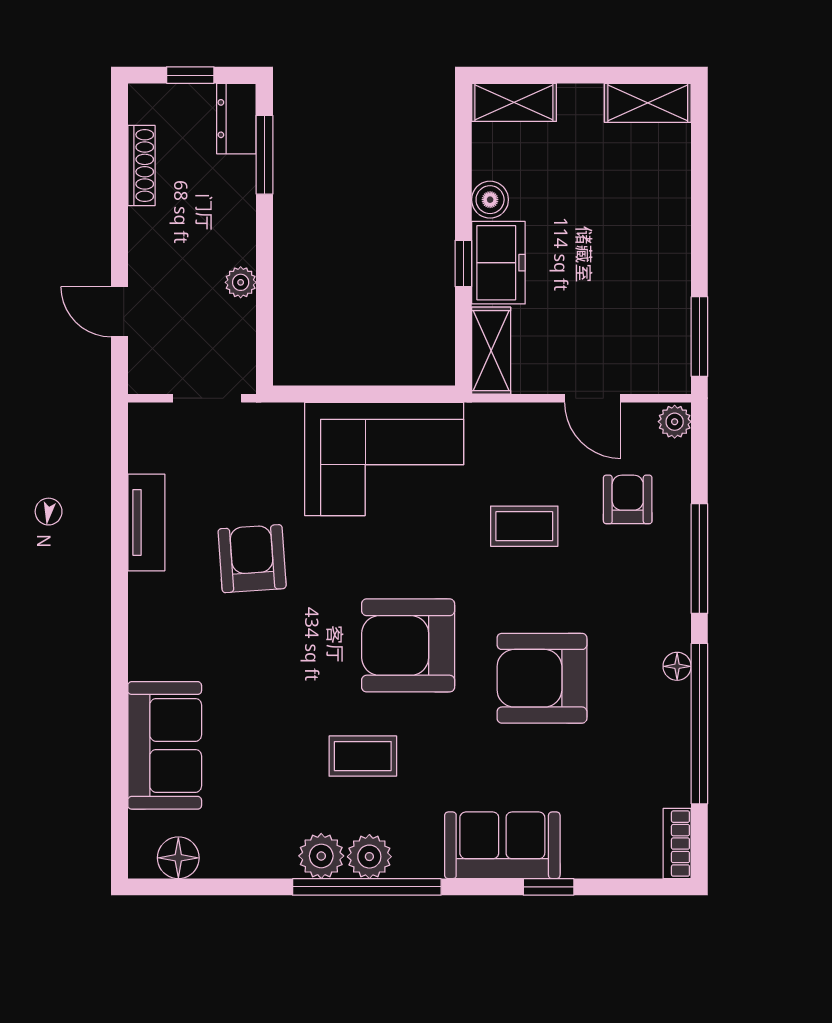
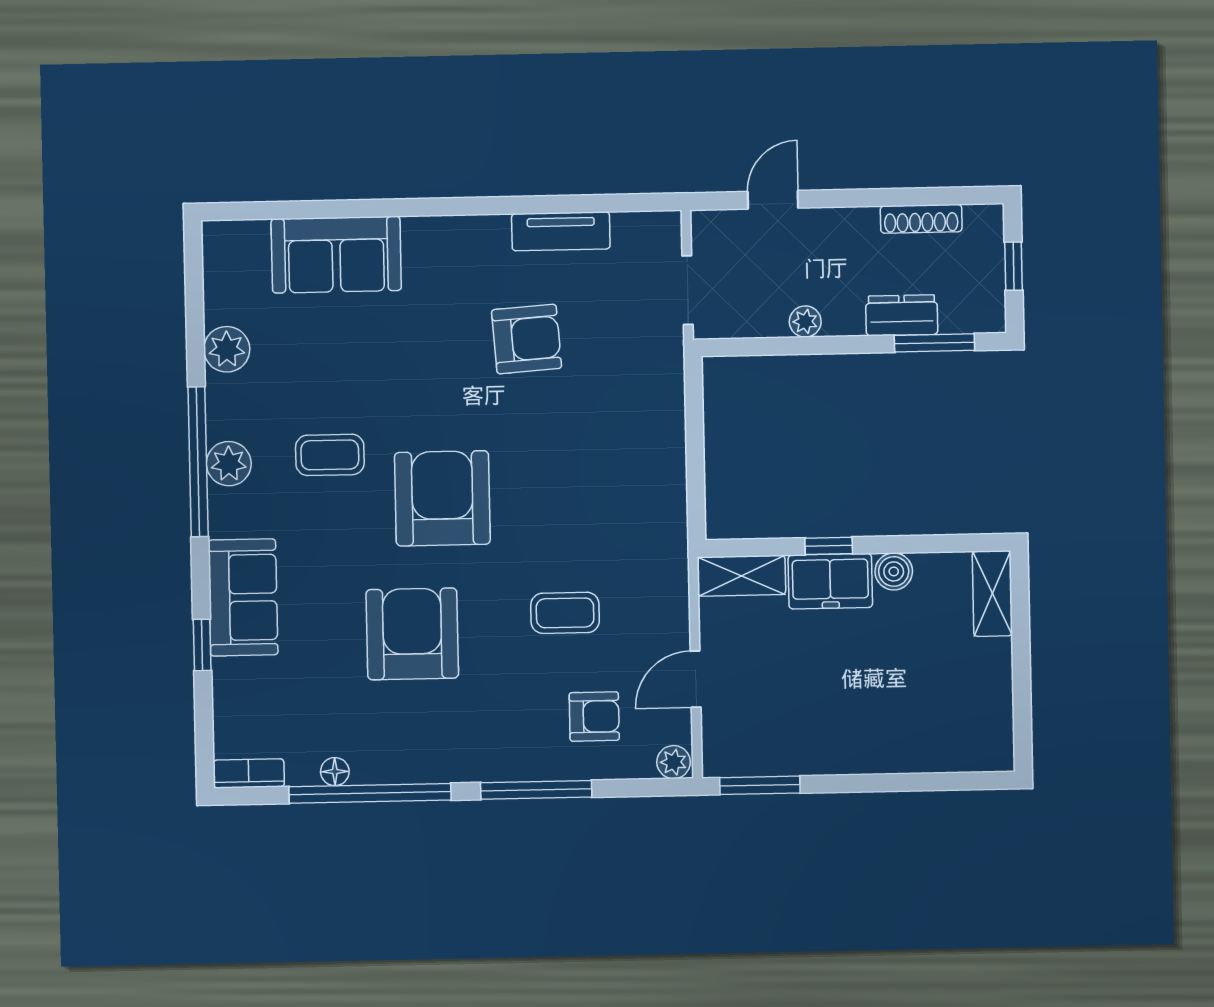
shelving: (648, 103) -> (994, 728), removed
dresser: (236, 119) -> (902, 315), moved
corner sofa: (384, 459) -> (630, 470), removed
coffee table: (524, 526) -> (565, 613), turned 90
floor lamp: (677, 666) -> (335, 772), moved
coffee table: (363, 756) -> (330, 455), turned 90
plant: (321, 856) -> (227, 349), moved
floor lamp: (178, 858) -> (223, 271), removed

